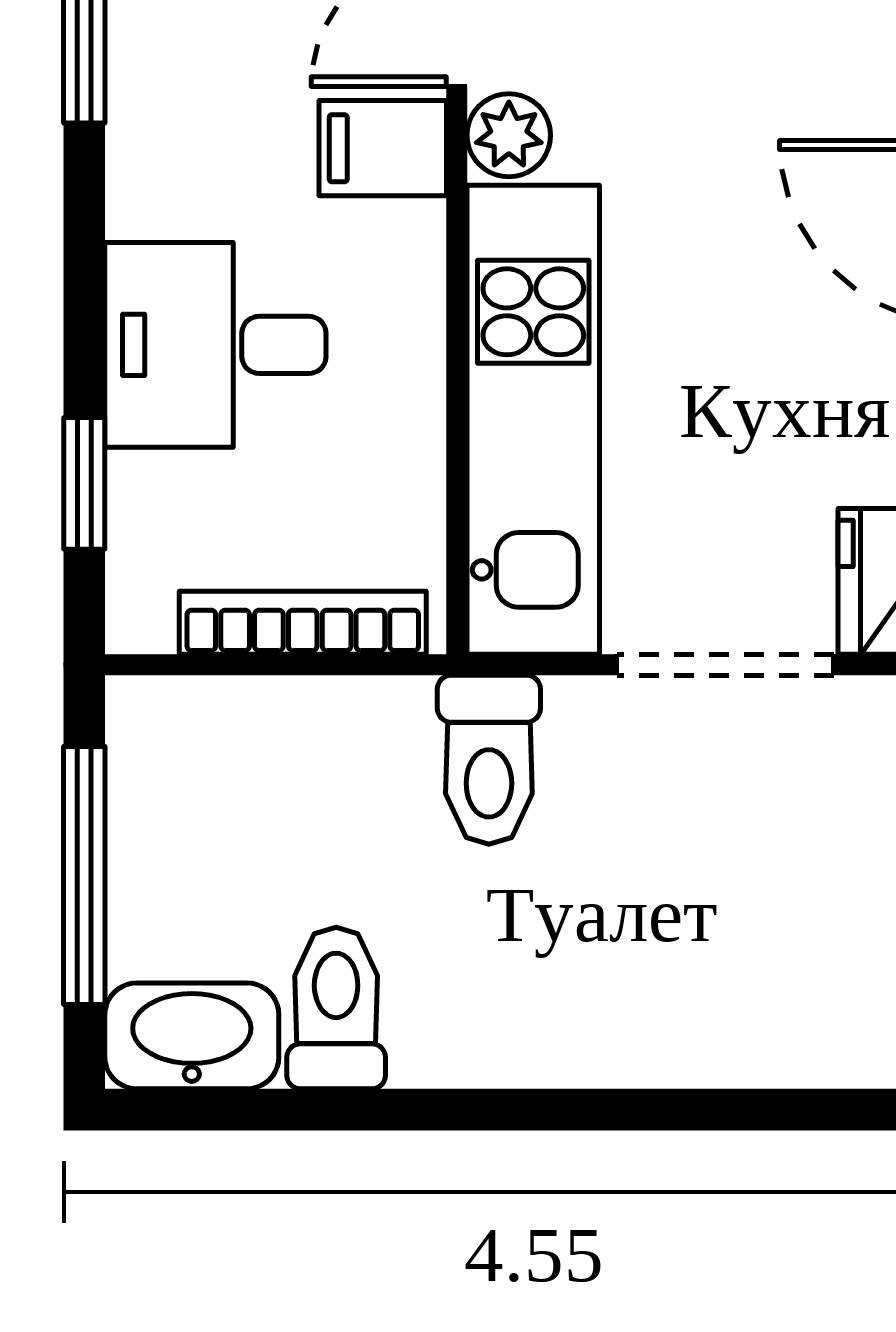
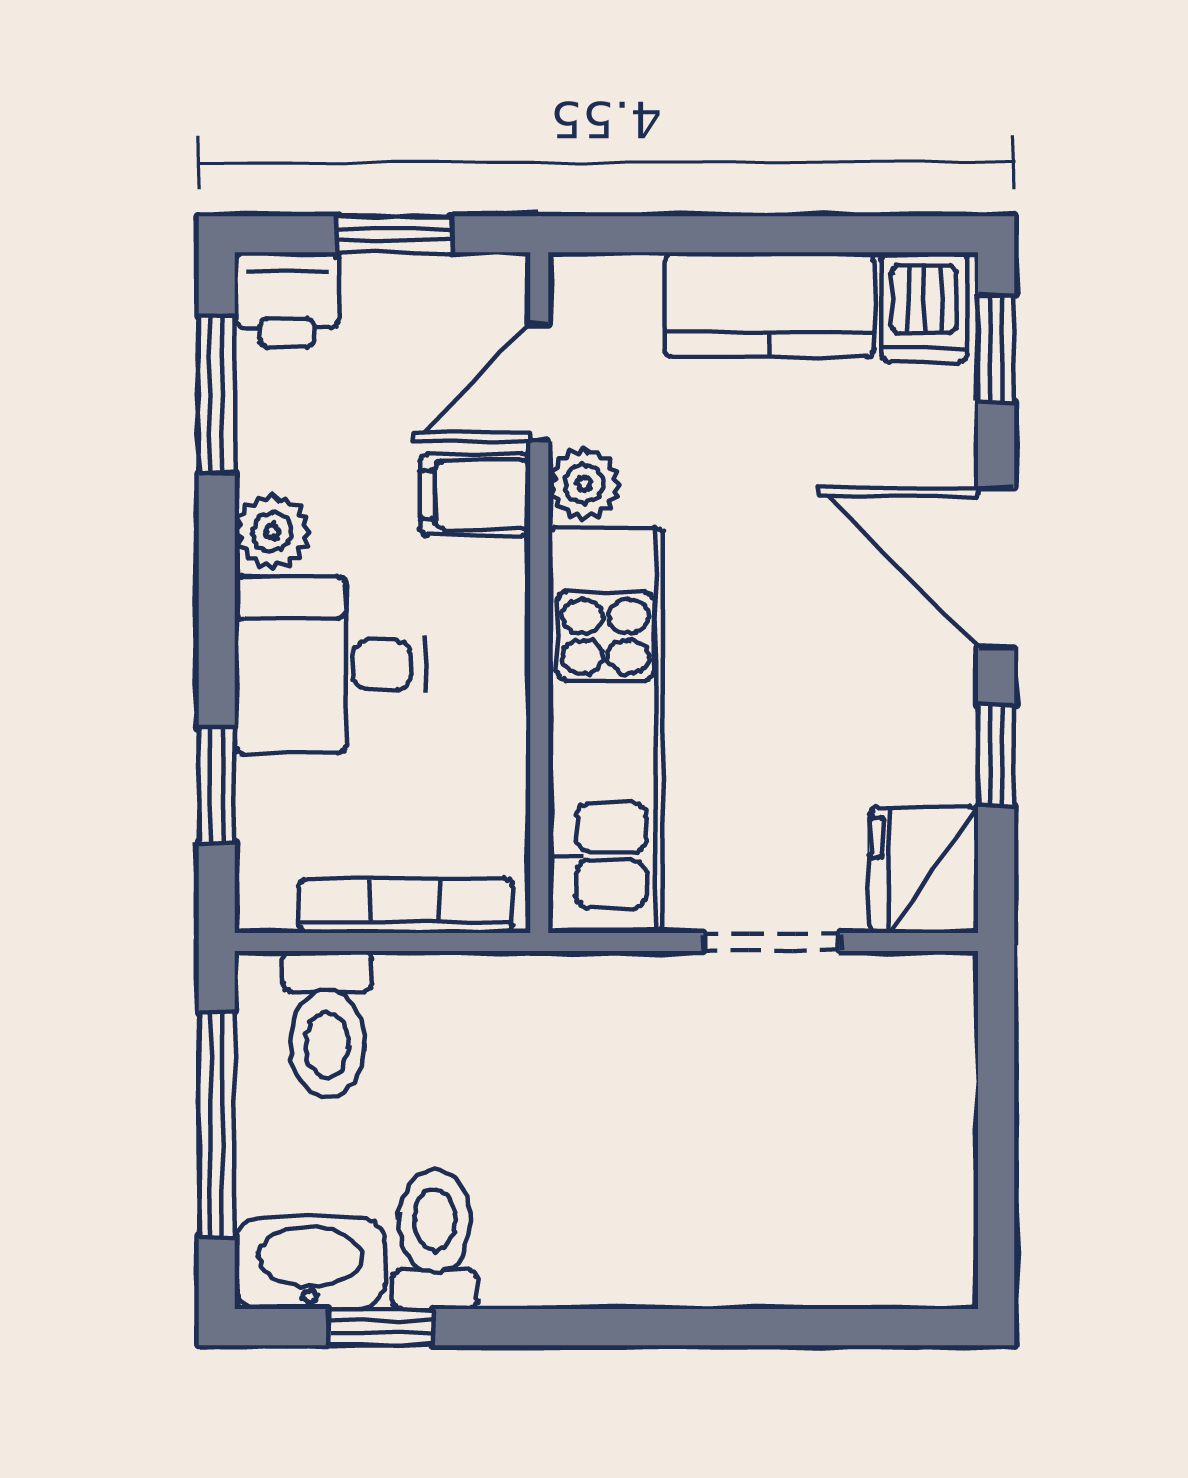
plant: (149, 191) -> (272, 532), added
doorway: (725, 665) -> (772, 942), width x0.73
toilet: (489, 760) -> (327, 1024), moved
window: (274, 1110) -> (381, 1327), added

